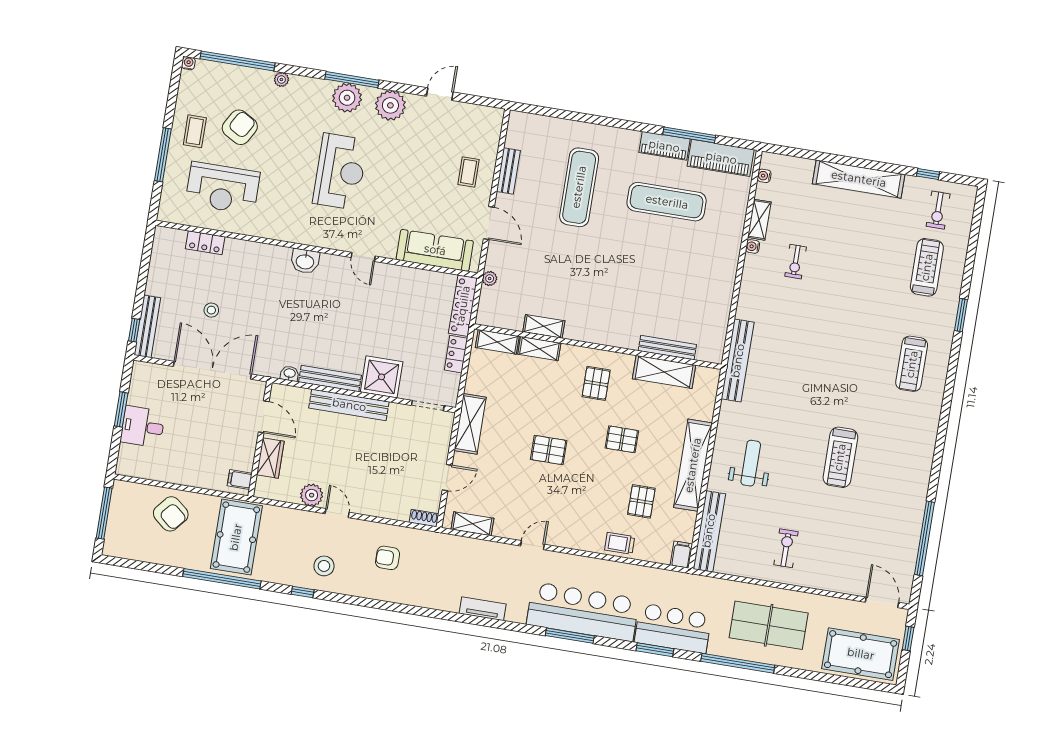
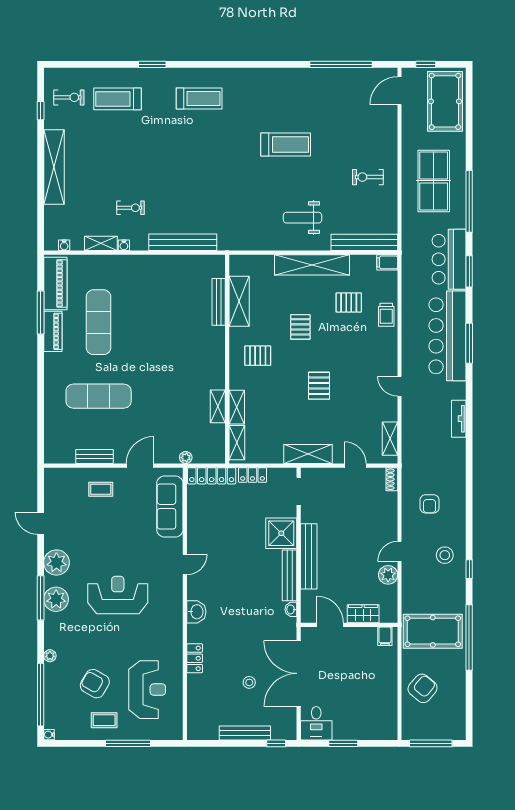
locker: (205, 243) -> (195, 658), moved
bench: (147, 326) -> (245, 733), moved
bench: (738, 361) -> (183, 242), moved
door: (264, 417) -> (330, 625), hinge flipped
desk: (143, 427) -> (316, 723), moved

